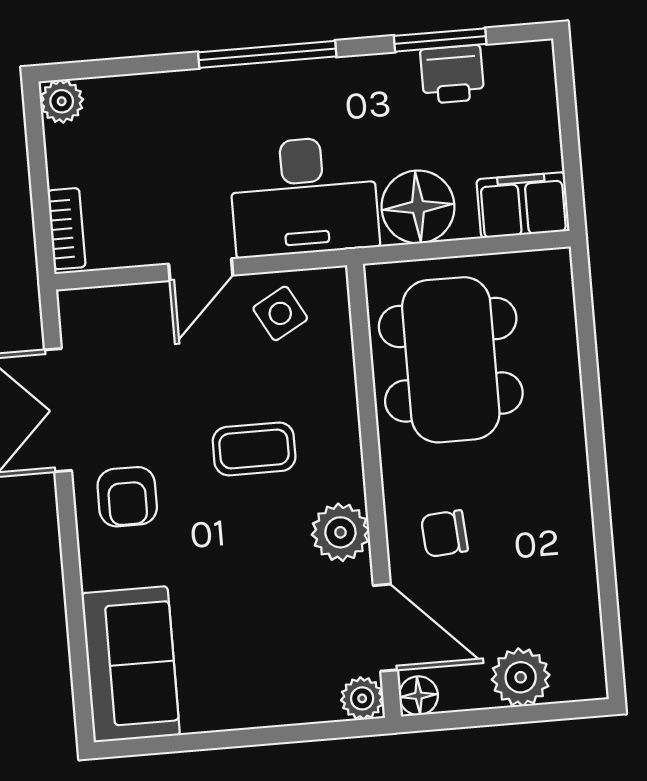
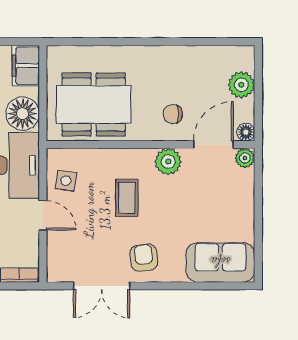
side table: (280, 313) -> (66, 181), turned 37
armchair: (127, 497) -> (144, 258), turned -96
chair: (444, 534) -> (173, 114), turned 94

